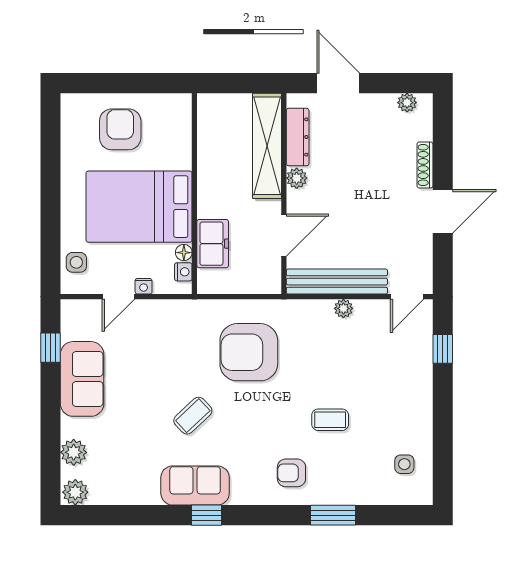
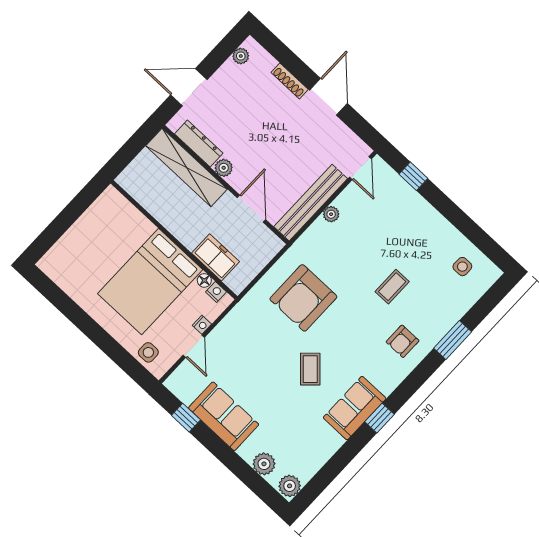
armchair: (120, 129) -> (92, 249), removed

